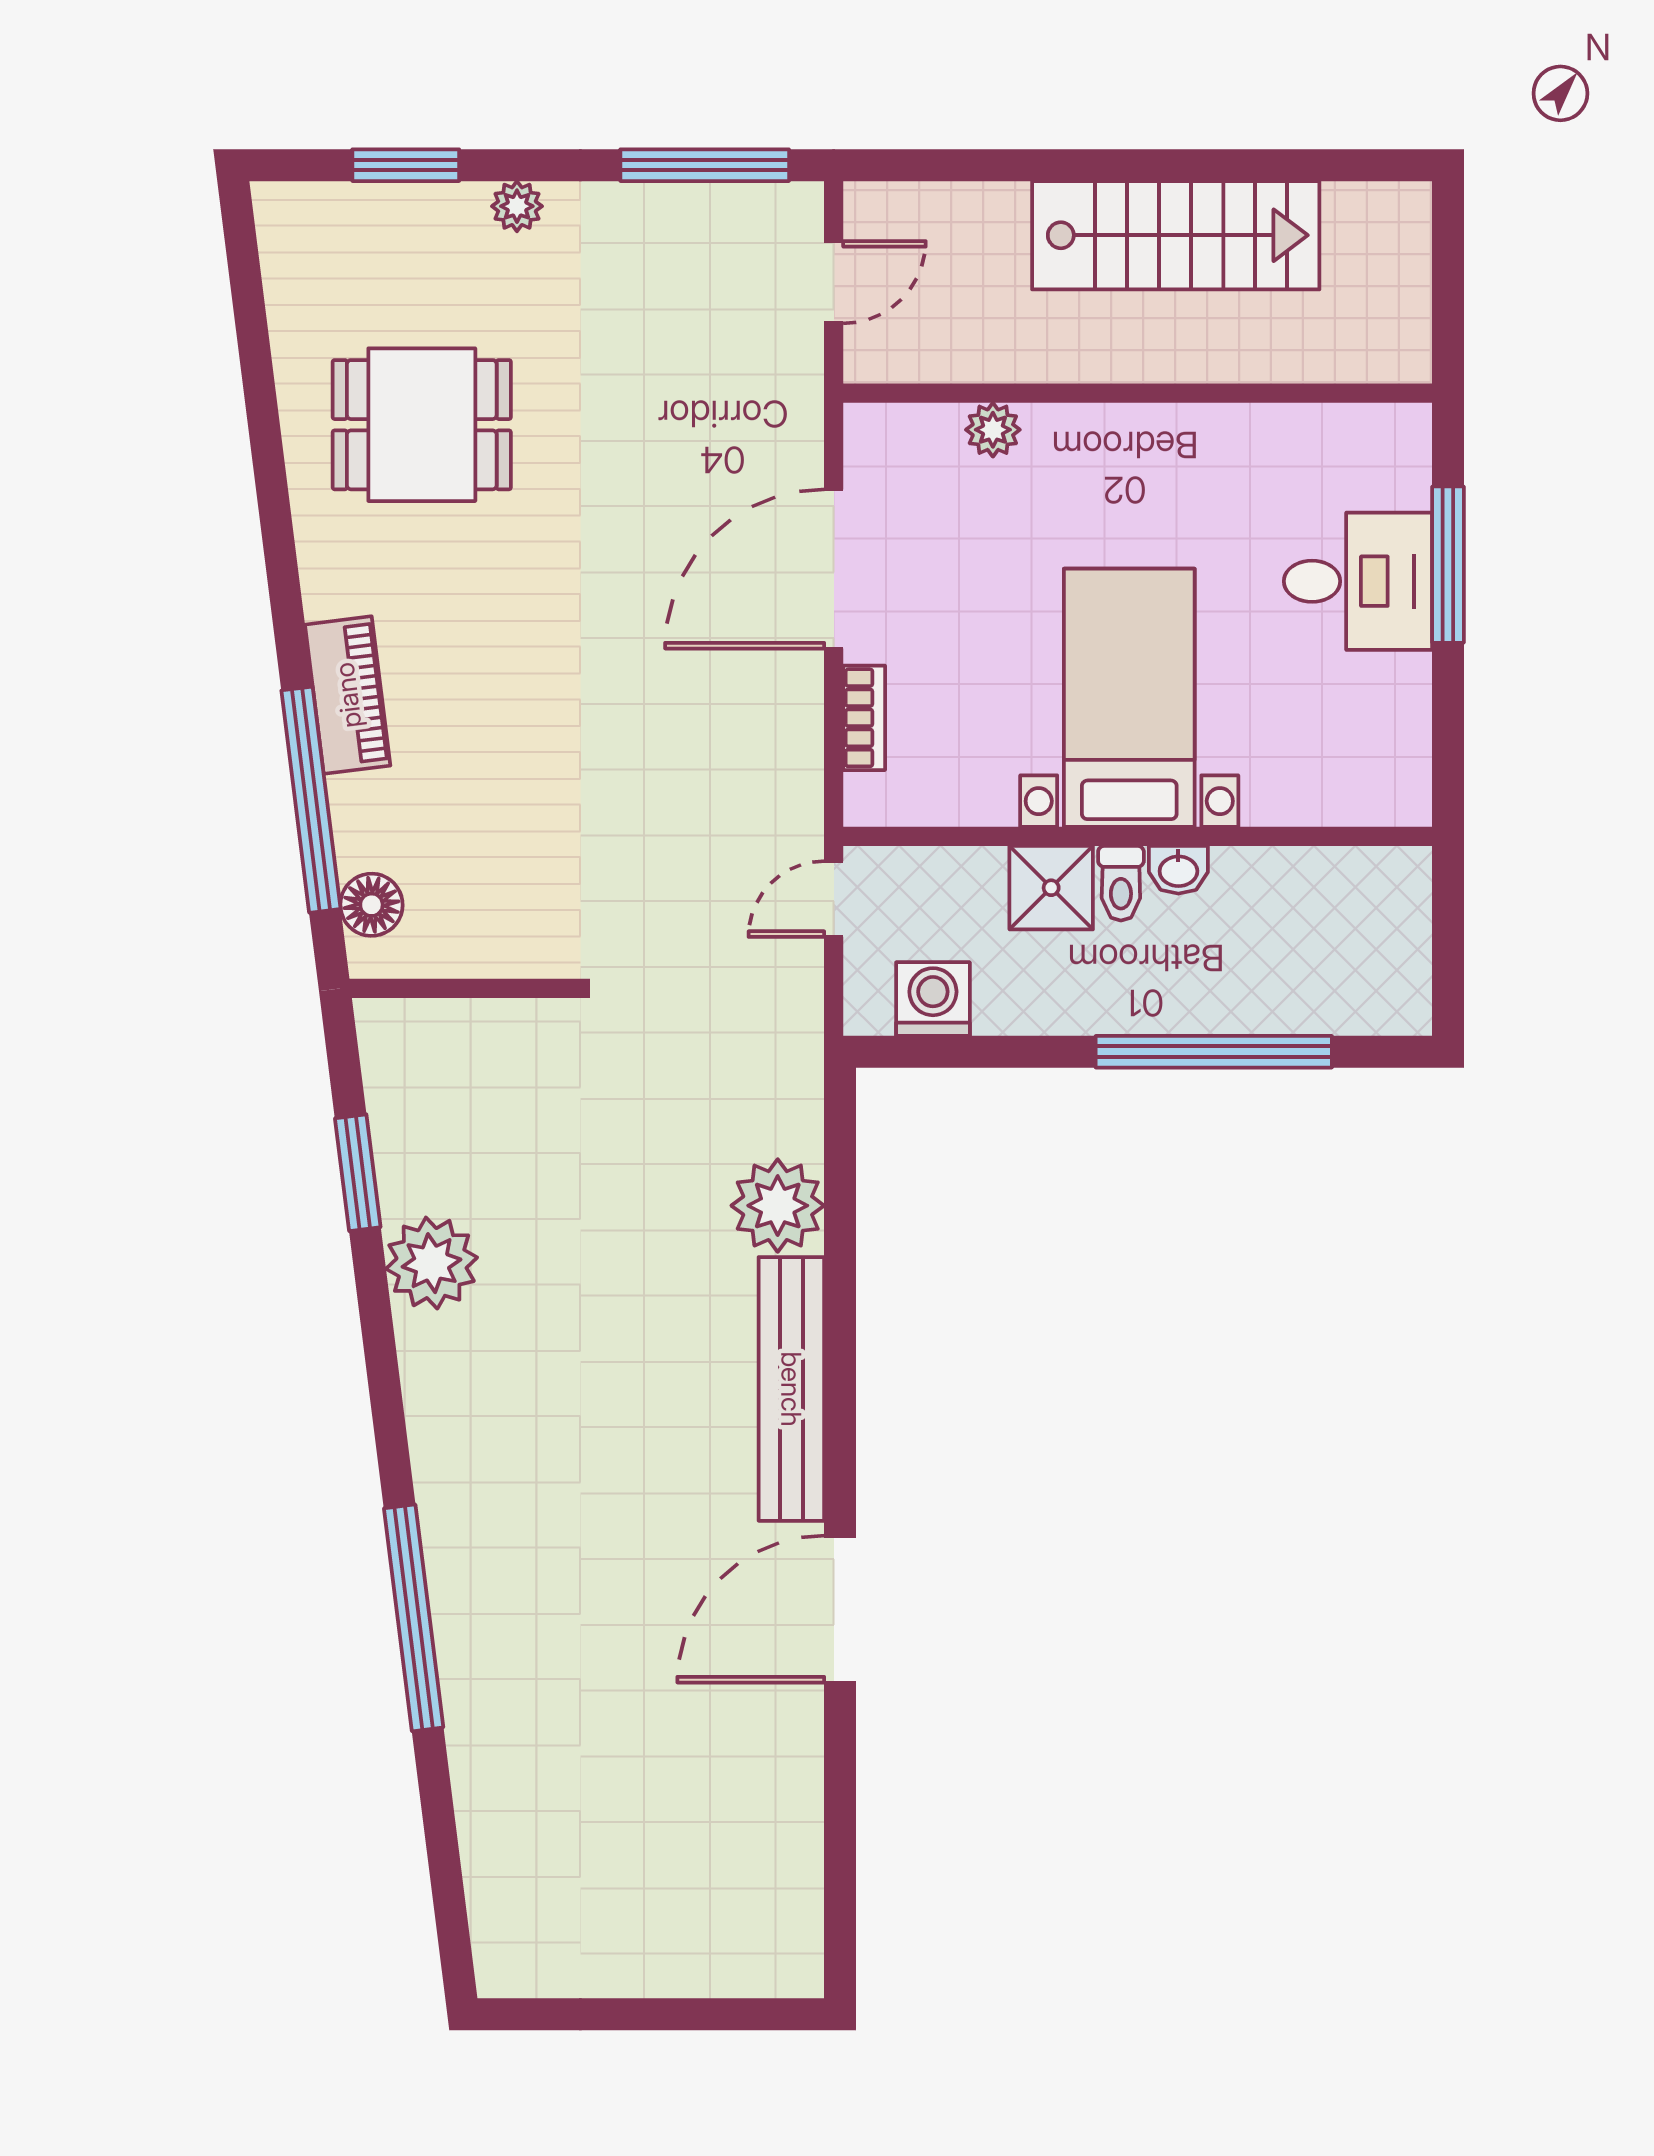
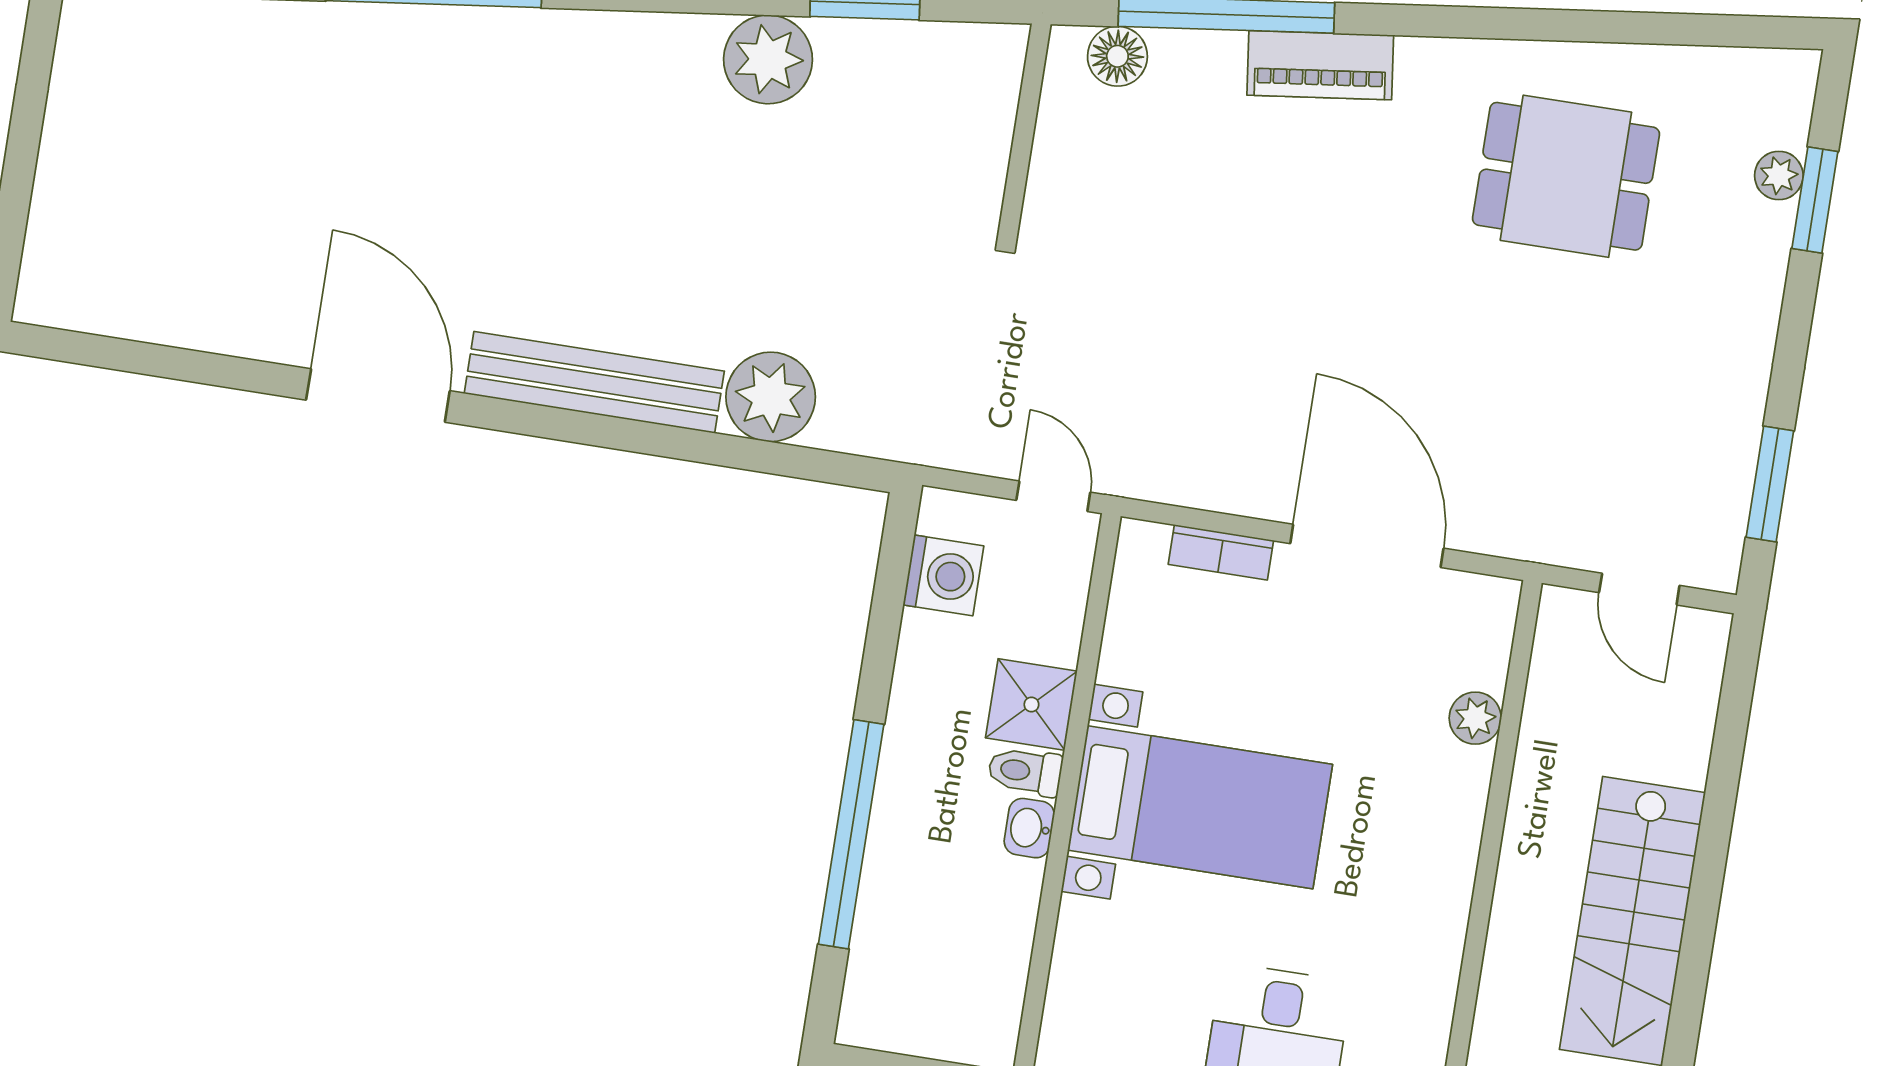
window: (705, 165) -> (1770, 484), width x0.69
plant: (517, 206) -> (1779, 176), moved
dining table: (422, 425) -> (1566, 176), turned 90

